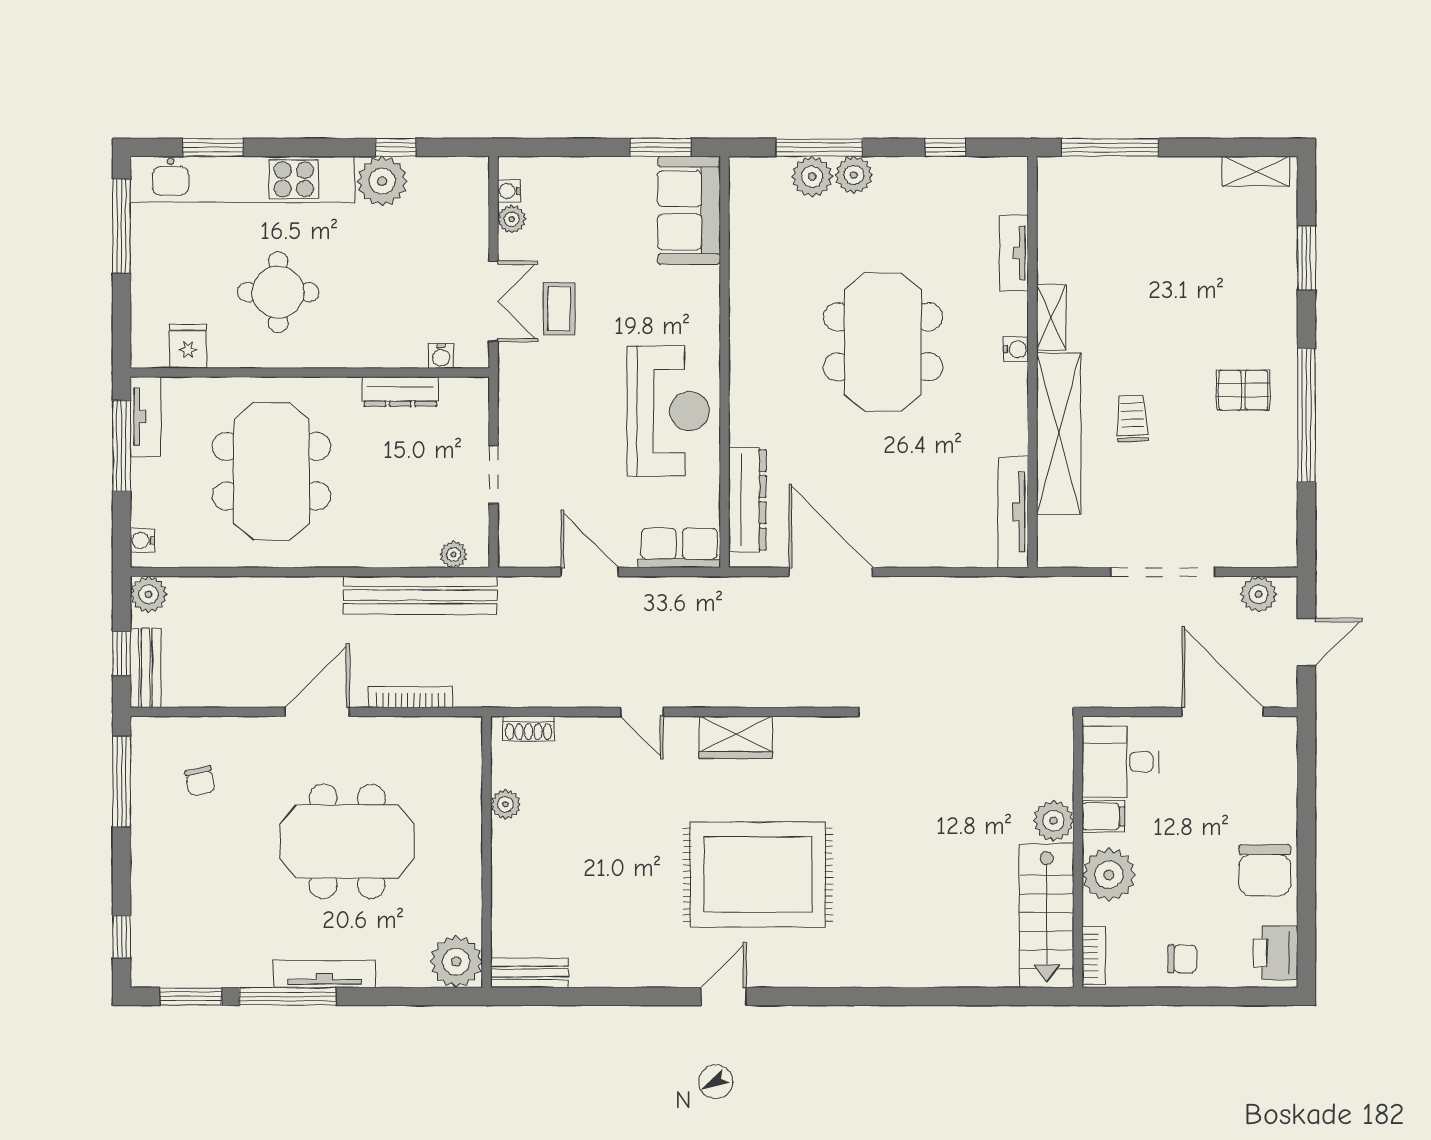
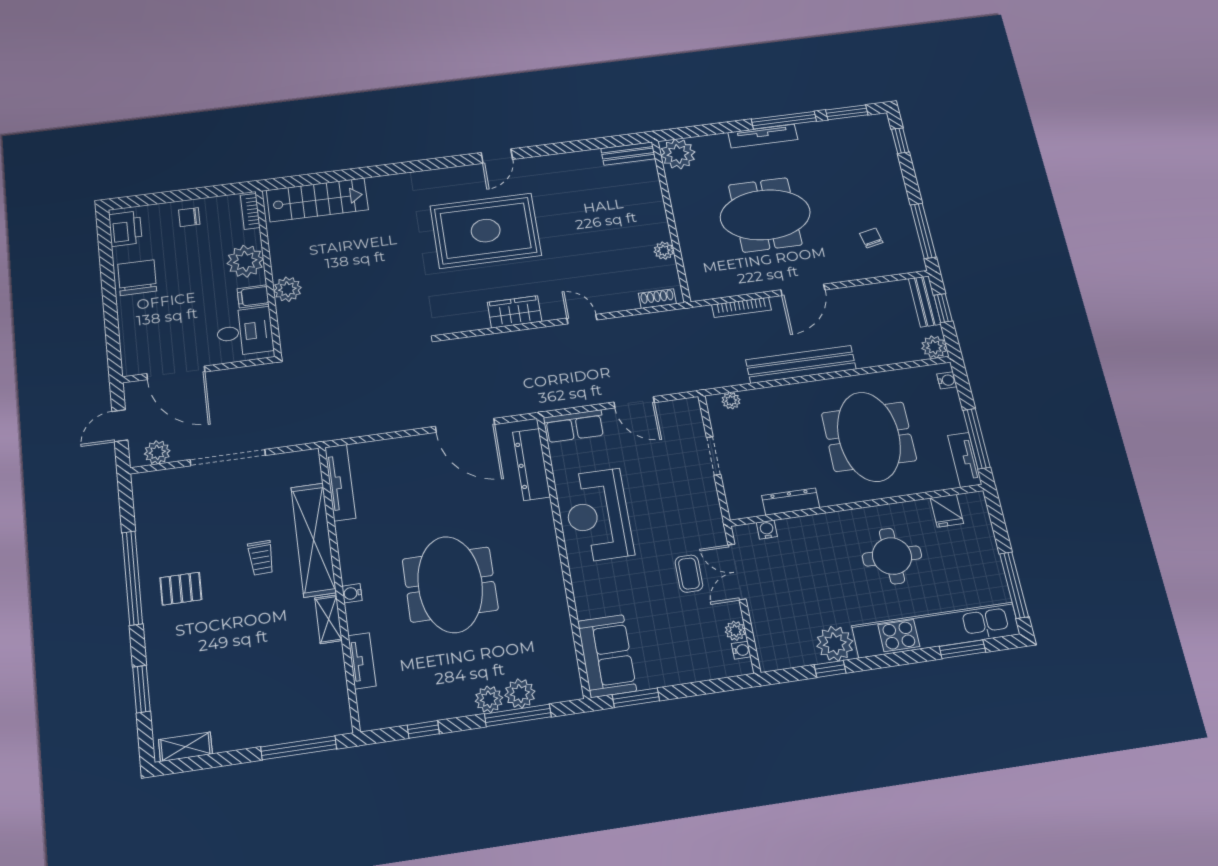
bench: (420, 595) -> (801, 364), moved
stairs: (1047, 916) -> (317, 200), moved, turned 90

